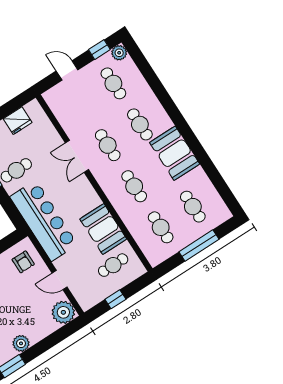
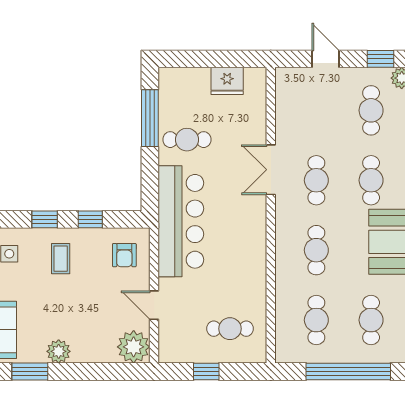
booth: (103, 229) -> (246, 278), removed
window: (199, 245) -> (348, 372), width x1.46

